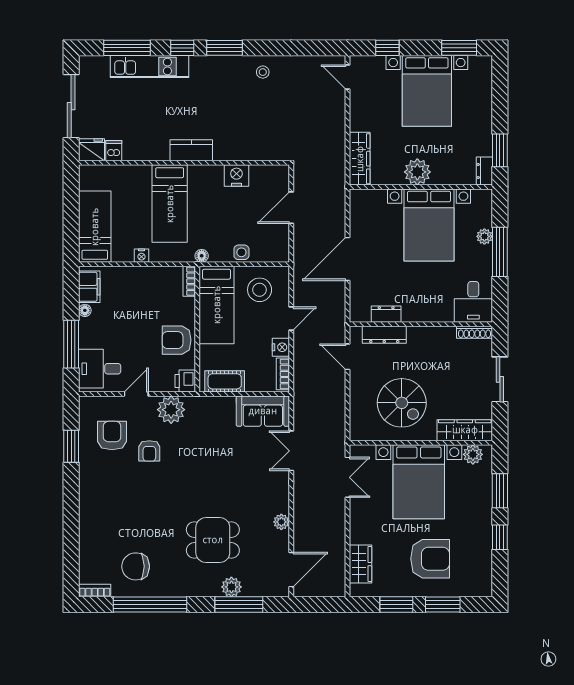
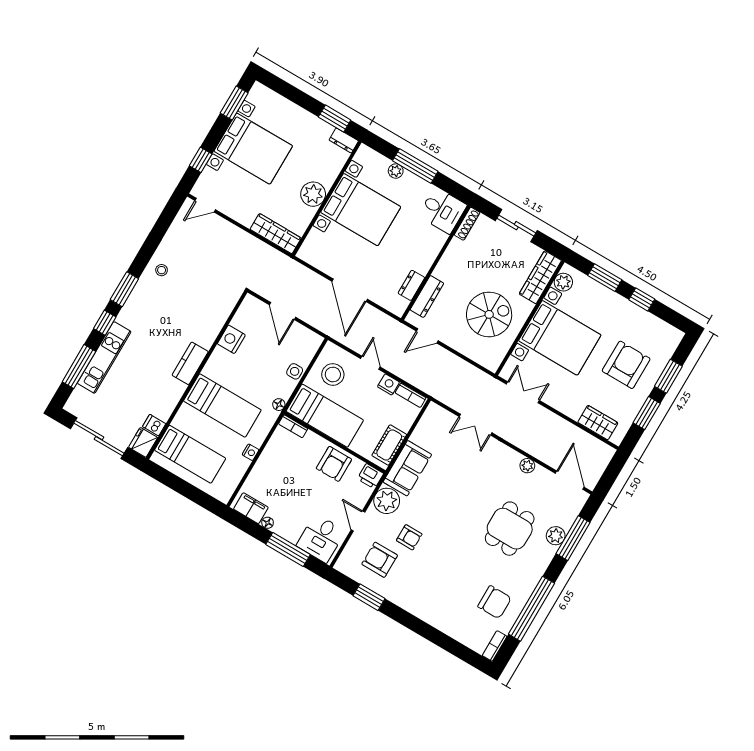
bed: (95, 227) -> (190, 454), moved, turned 180
sofa: (263, 411) -> (407, 468), moved
chair: (136, 566) -> (495, 602), turned -90

